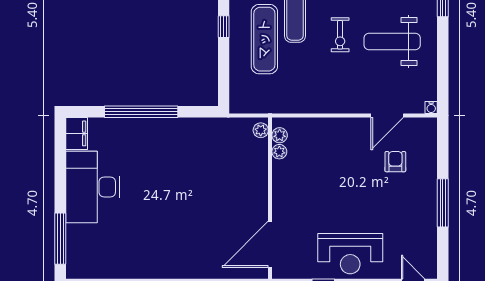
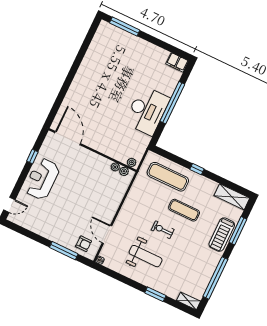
exercise mat: (264, 39) -> (168, 177), moved
weight bench: (392, 42) -> (146, 256), turned 90
armchair: (395, 162) -> (84, 244), moved
desk: (93, 187) -> (147, 111), moved, turned 90
window: (443, 203) -> (64, 251), moved

